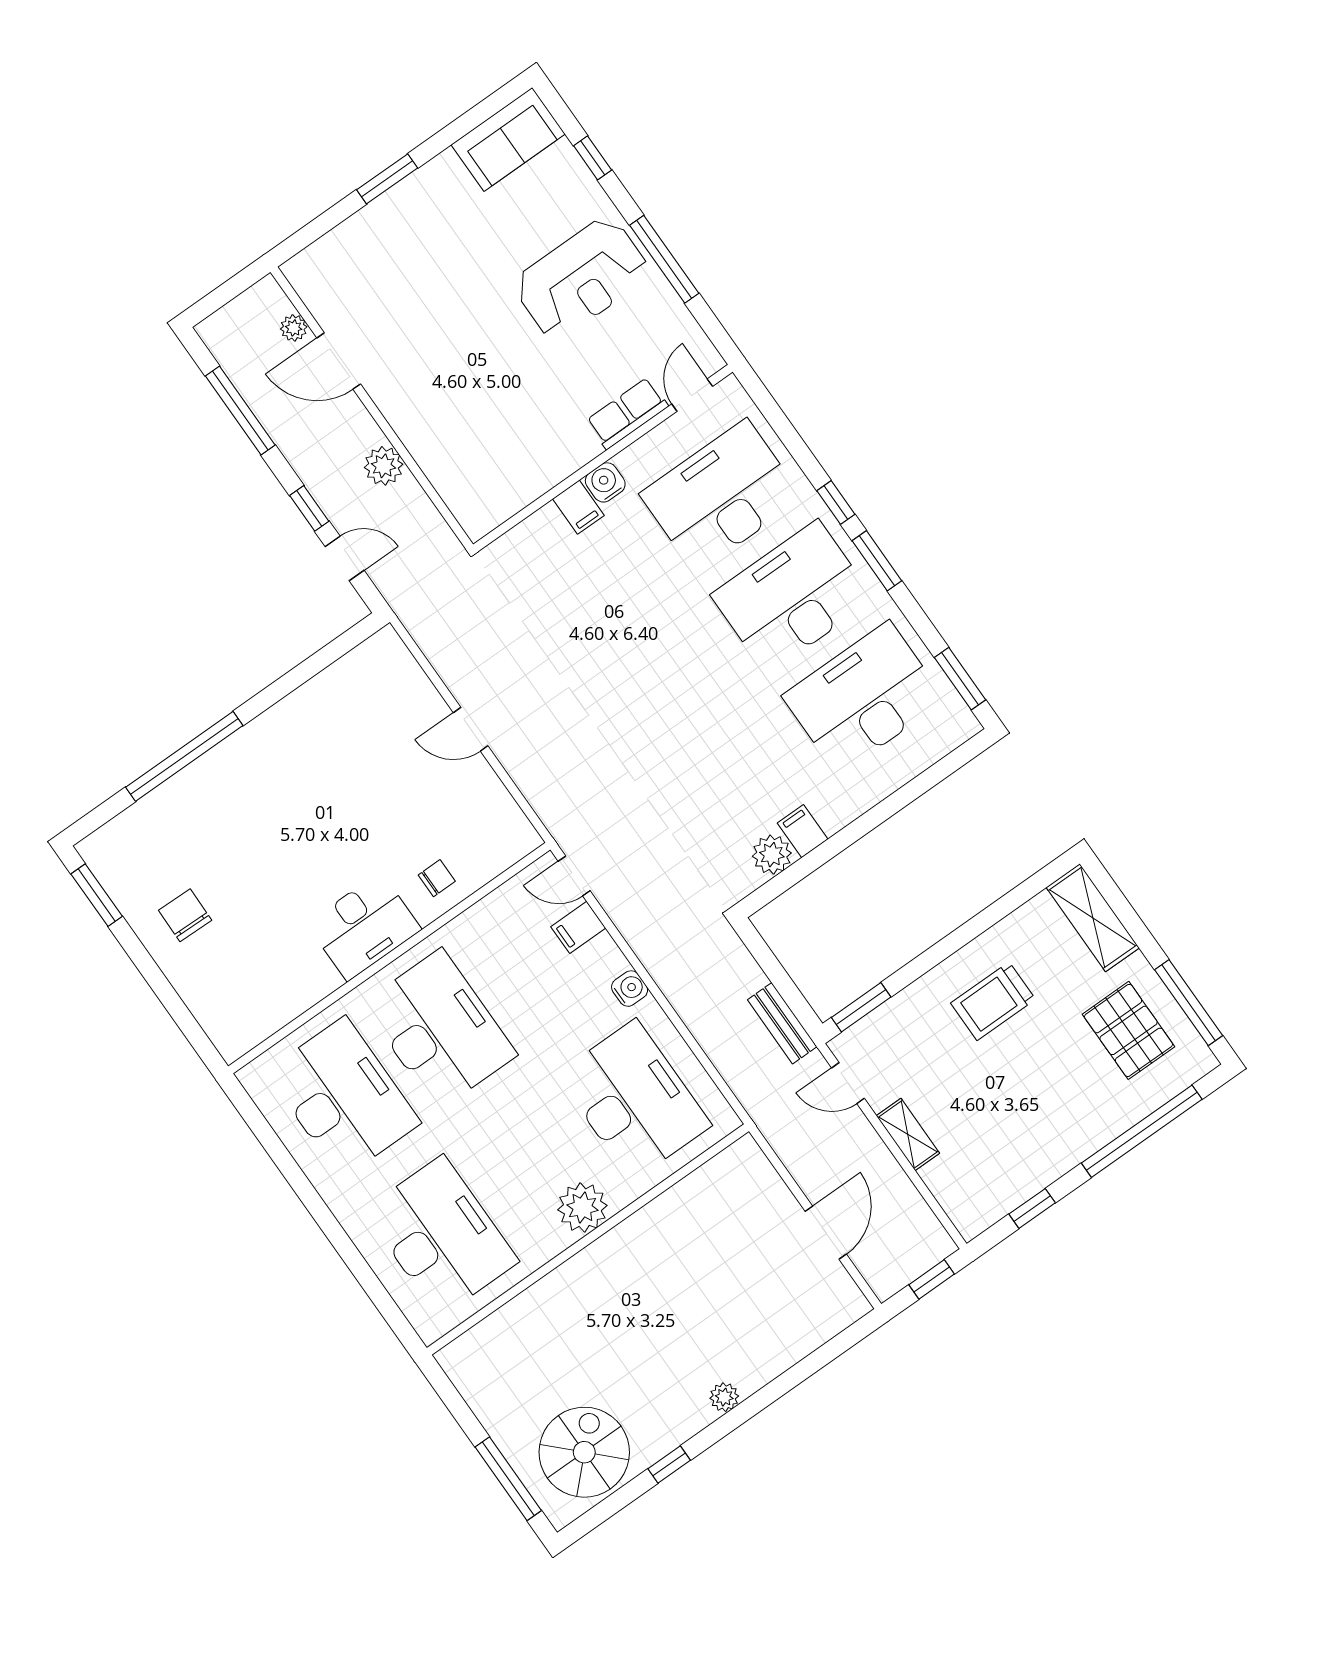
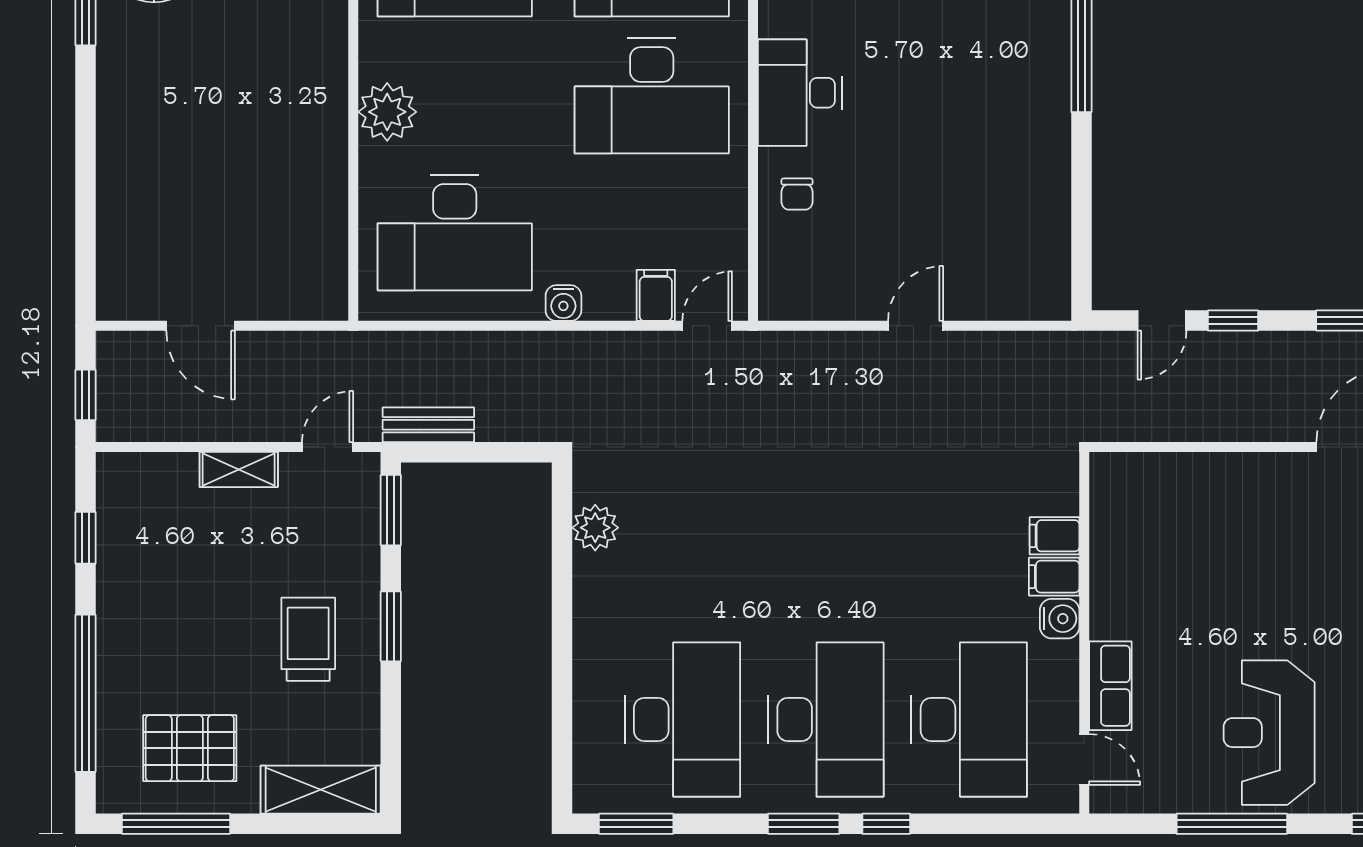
plant: (384, 466) -> (1224, 419), removed
filing cabinet: (803, 831) -> (1055, 536), moved, turned 180
window: (943, 949) -> (391, 626), added
plant: (724, 1397) -> (113, 120), removed

